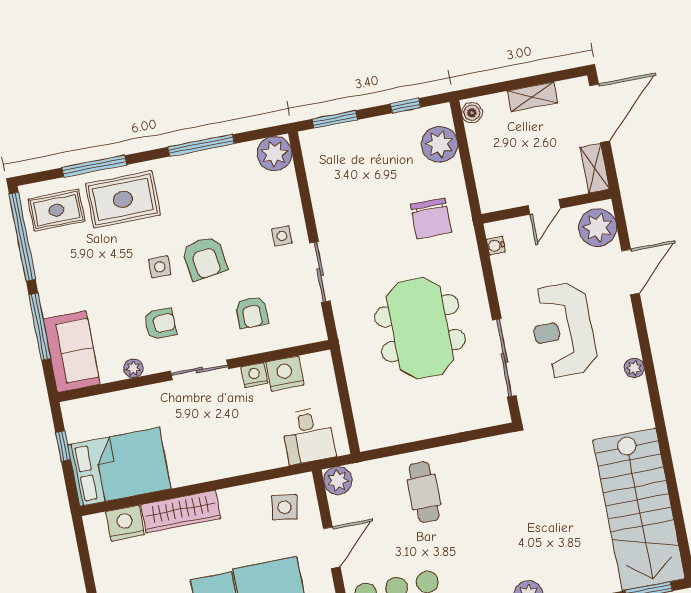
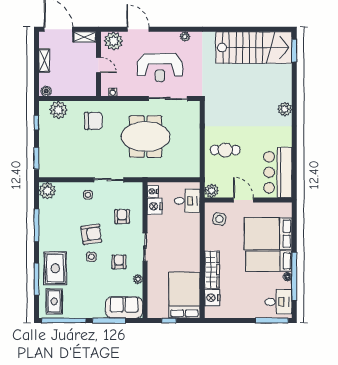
armchair: (252, 312) -> (122, 217), turned -90
nightstand: (254, 375) -> (153, 191), moved

